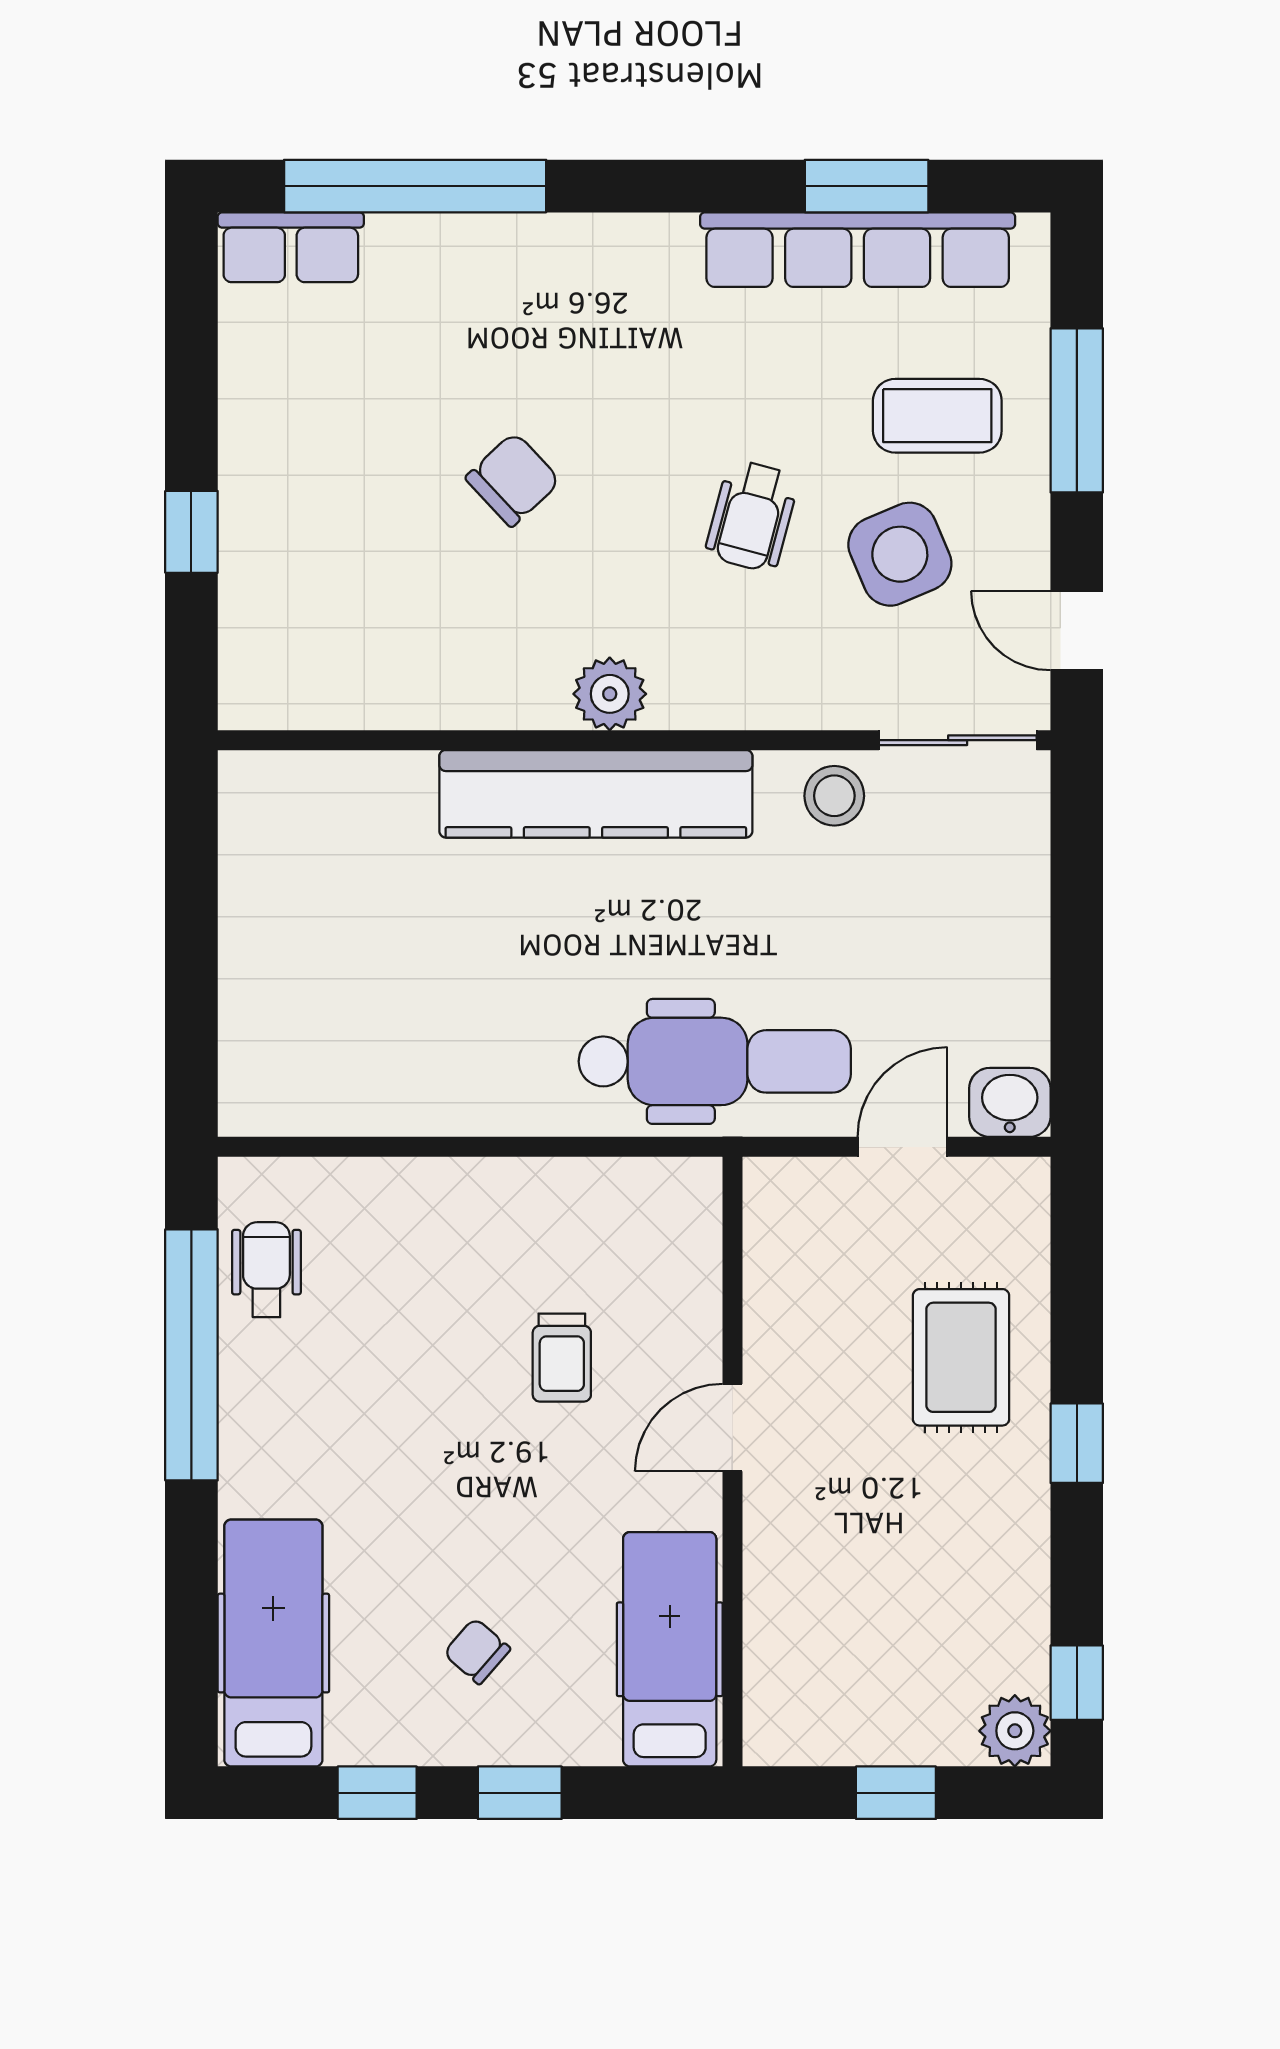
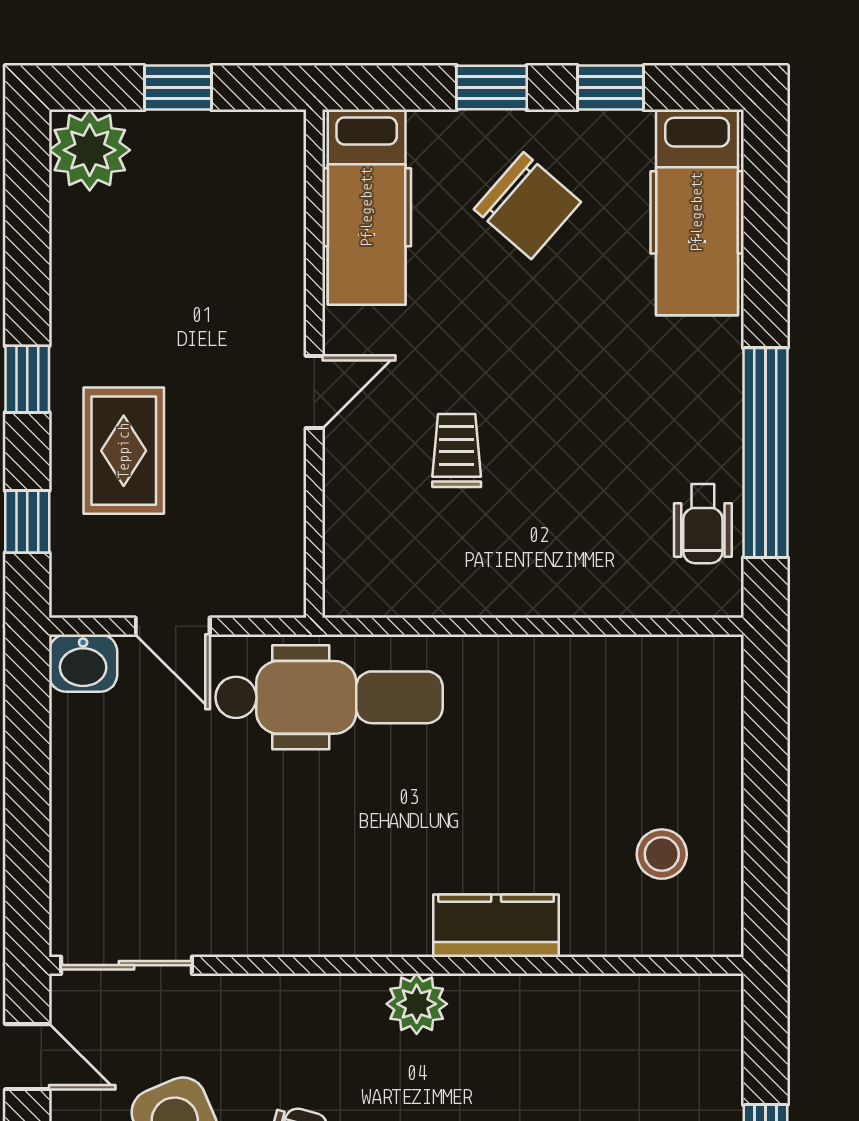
kitchen counter: (596, 794) -> (496, 926), width x0.48, depth x0.86
stool: (834, 796) -> (662, 854), moved
dental chair: (715, 1061) -> (329, 697), turned 180
door: (902, 1147) -> (173, 626), hinge flipped
chair: (477, 1651) -> (527, 206), width x1.87, depth x1.87
window: (1077, 1683) -> (27, 522), moved
plant: (1015, 1731) -> (90, 150), width x1.36, depth x1.36

